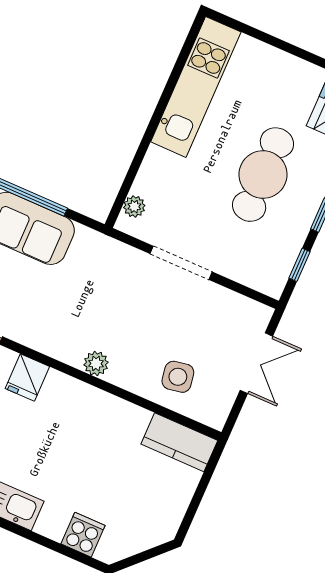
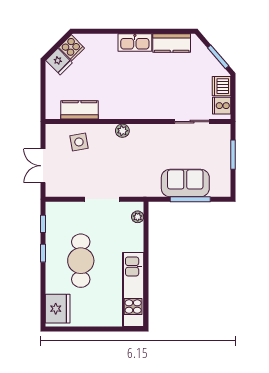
fridge: (27, 378) -> (59, 62), moved, turned 135
kitchen counter: (179, 442) -> (80, 110), moved
cooker: (83, 535) -> (72, 48), moved, turned -45

